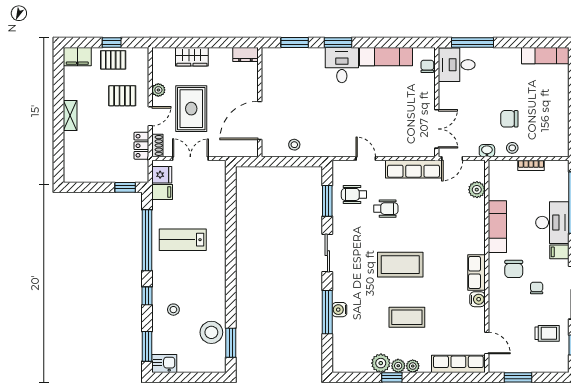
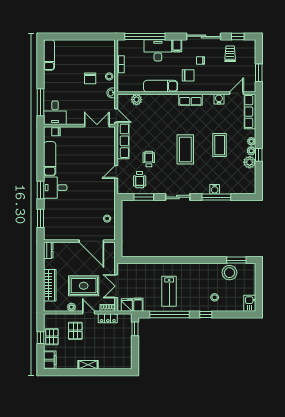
wardrobe: (192, 57) -> (50, 285), width x1.50
water cooler: (477, 299) -> (219, 99), moved
window: (147, 346) -> (239, 315), removed

